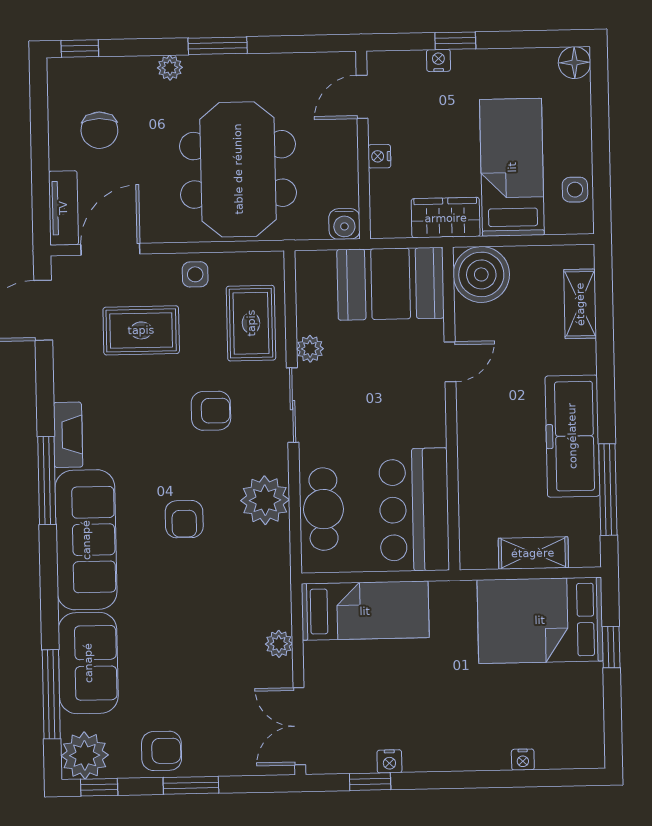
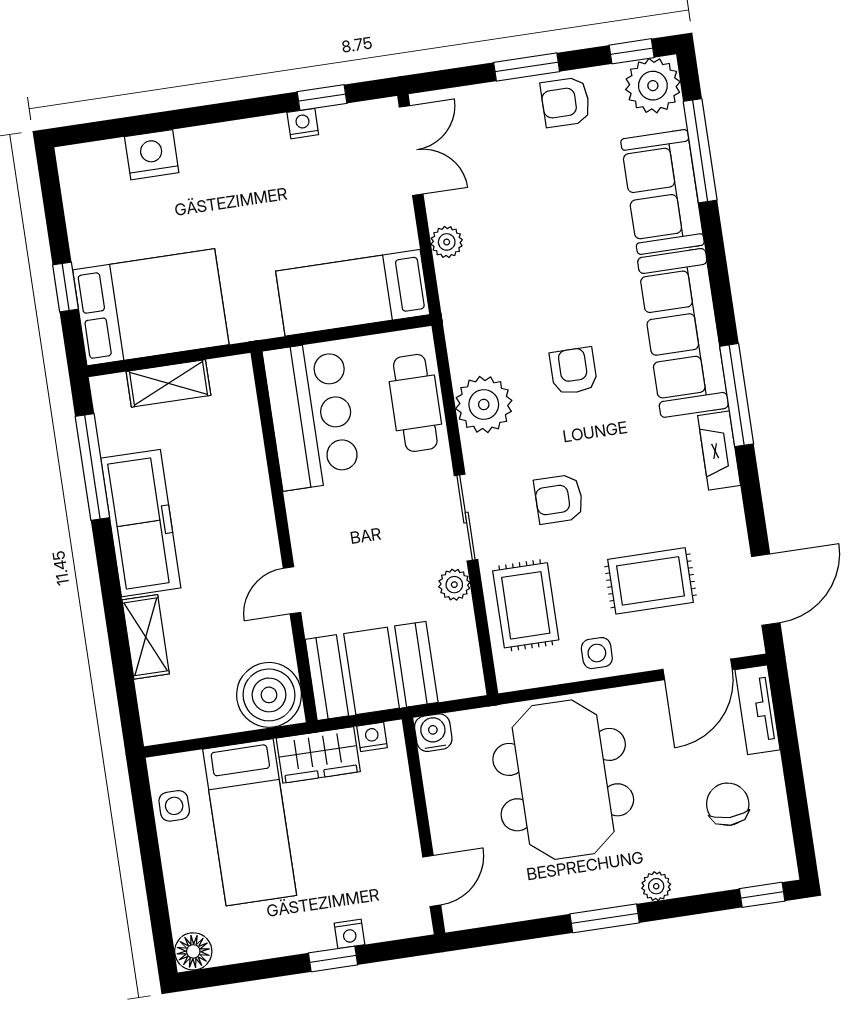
nightstand: (379, 156) -> (372, 737), moved, turned -90
shelving: (580, 304) -> (146, 637), moved
nightstand: (523, 760) -> (152, 155), width x1.89, depth x1.79

